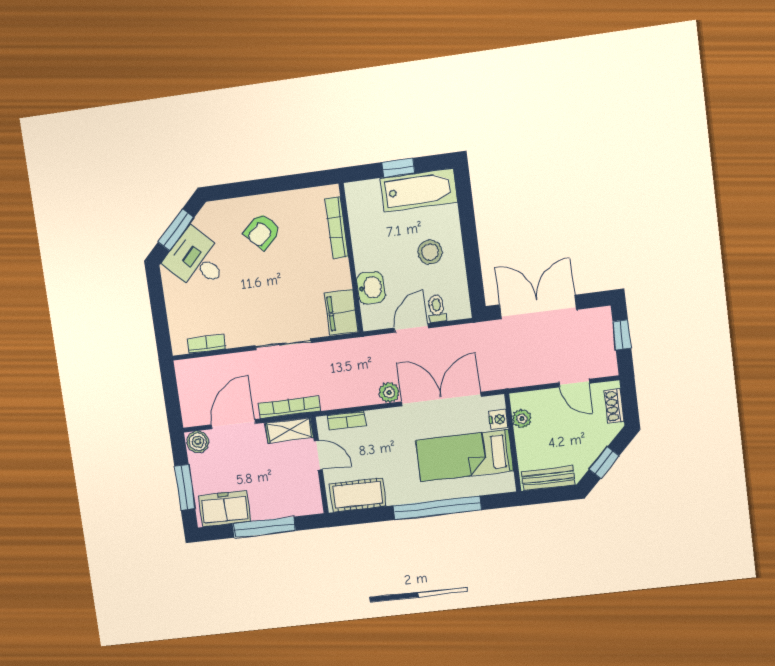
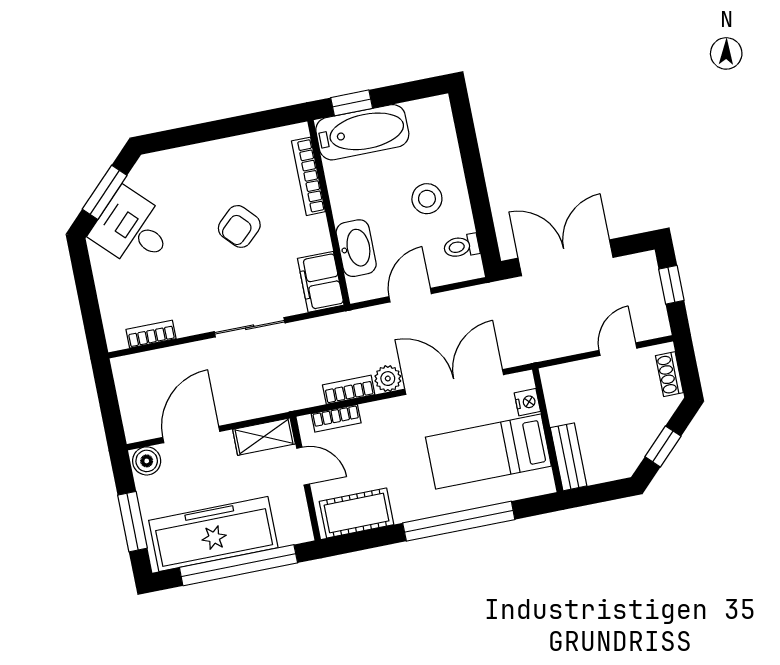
window: (398, 168) -> (352, 103), moved
bathtub: (419, 190) -> (362, 132), moved
armchair: (262, 231) -> (239, 226), moved
washbasin: (371, 288) -> (356, 248), width x1.38
toilet: (437, 309) -> (461, 246), moved, turned -90
door: (574, 383) -> (618, 349), swing flipped
bookcase: (289, 407) -> (349, 390), moved, width x0.64
plant: (522, 419) -> (557, 399), removed
bench: (548, 478) -> (569, 457), moved, turned 90
freezer: (225, 509) -> (213, 534), width x1.91, depth x1.26
window: (264, 527) -> (238, 565), width x1.46

